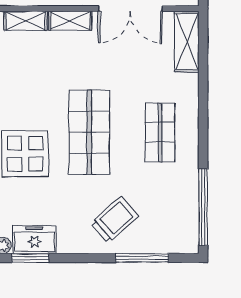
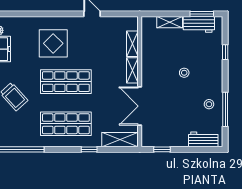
window: (203, 93) -> (89, 149), added
shop shelf: (160, 132) -> (66, 124), width x1.43, depth x1.36

